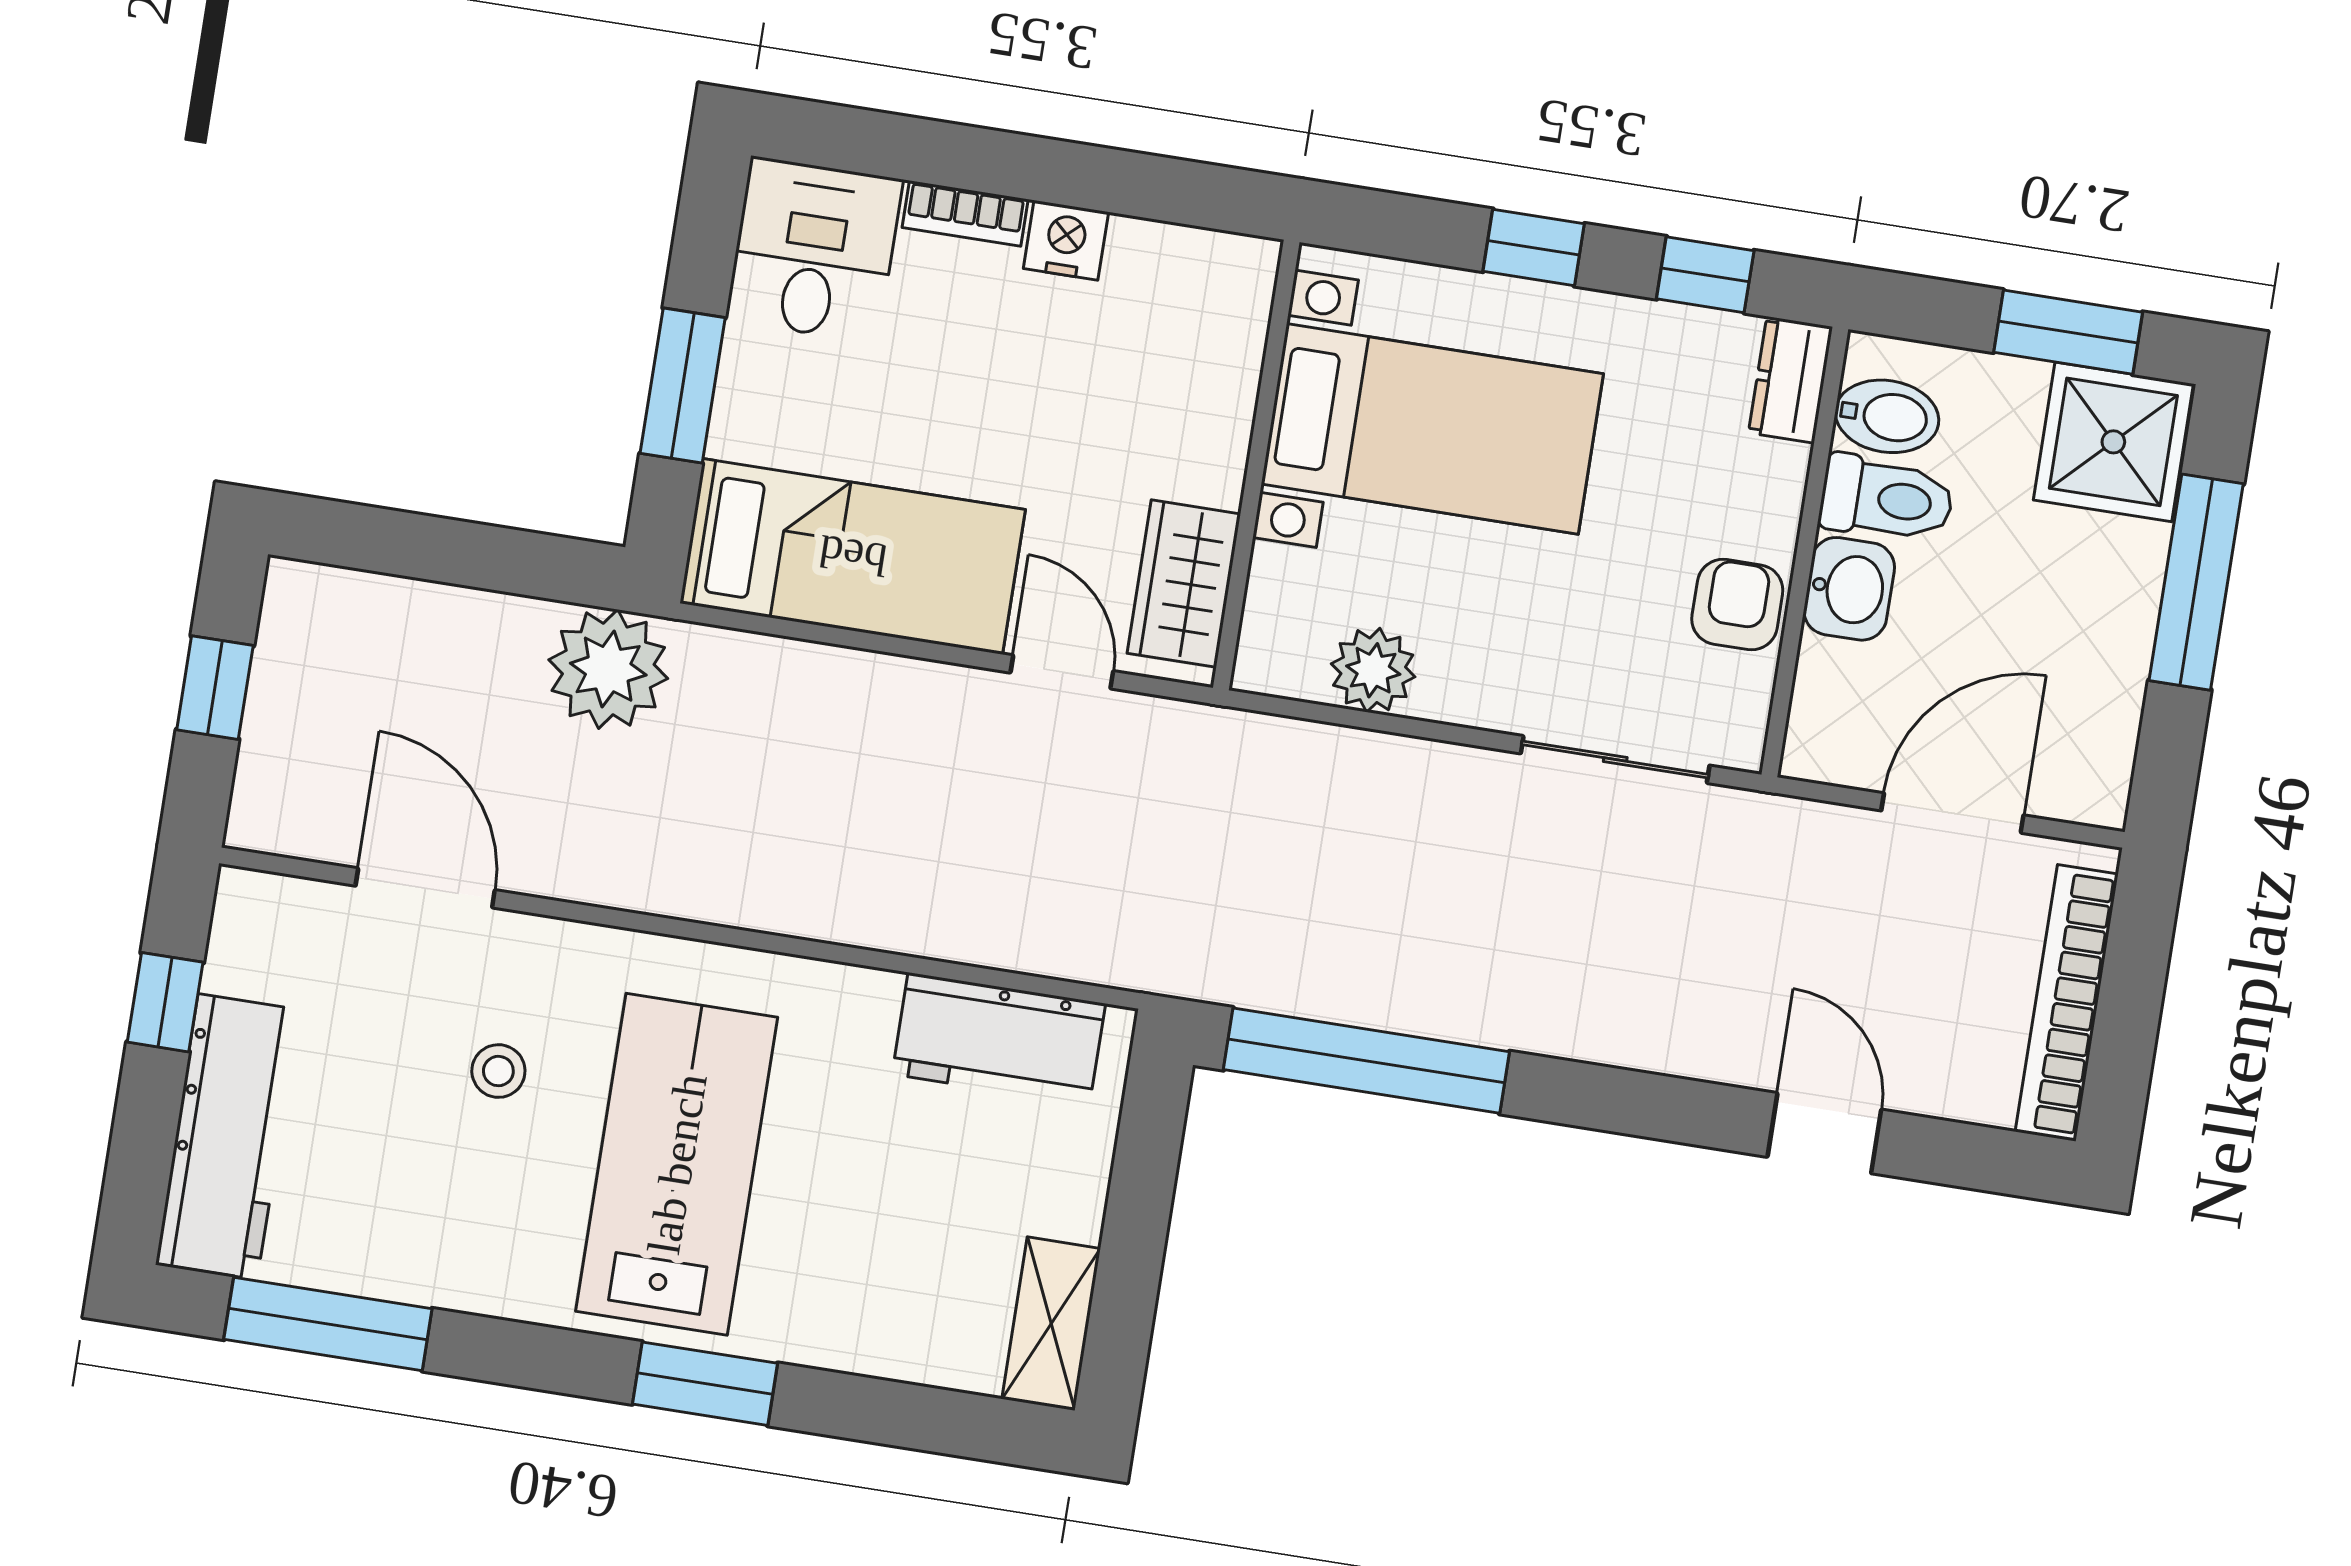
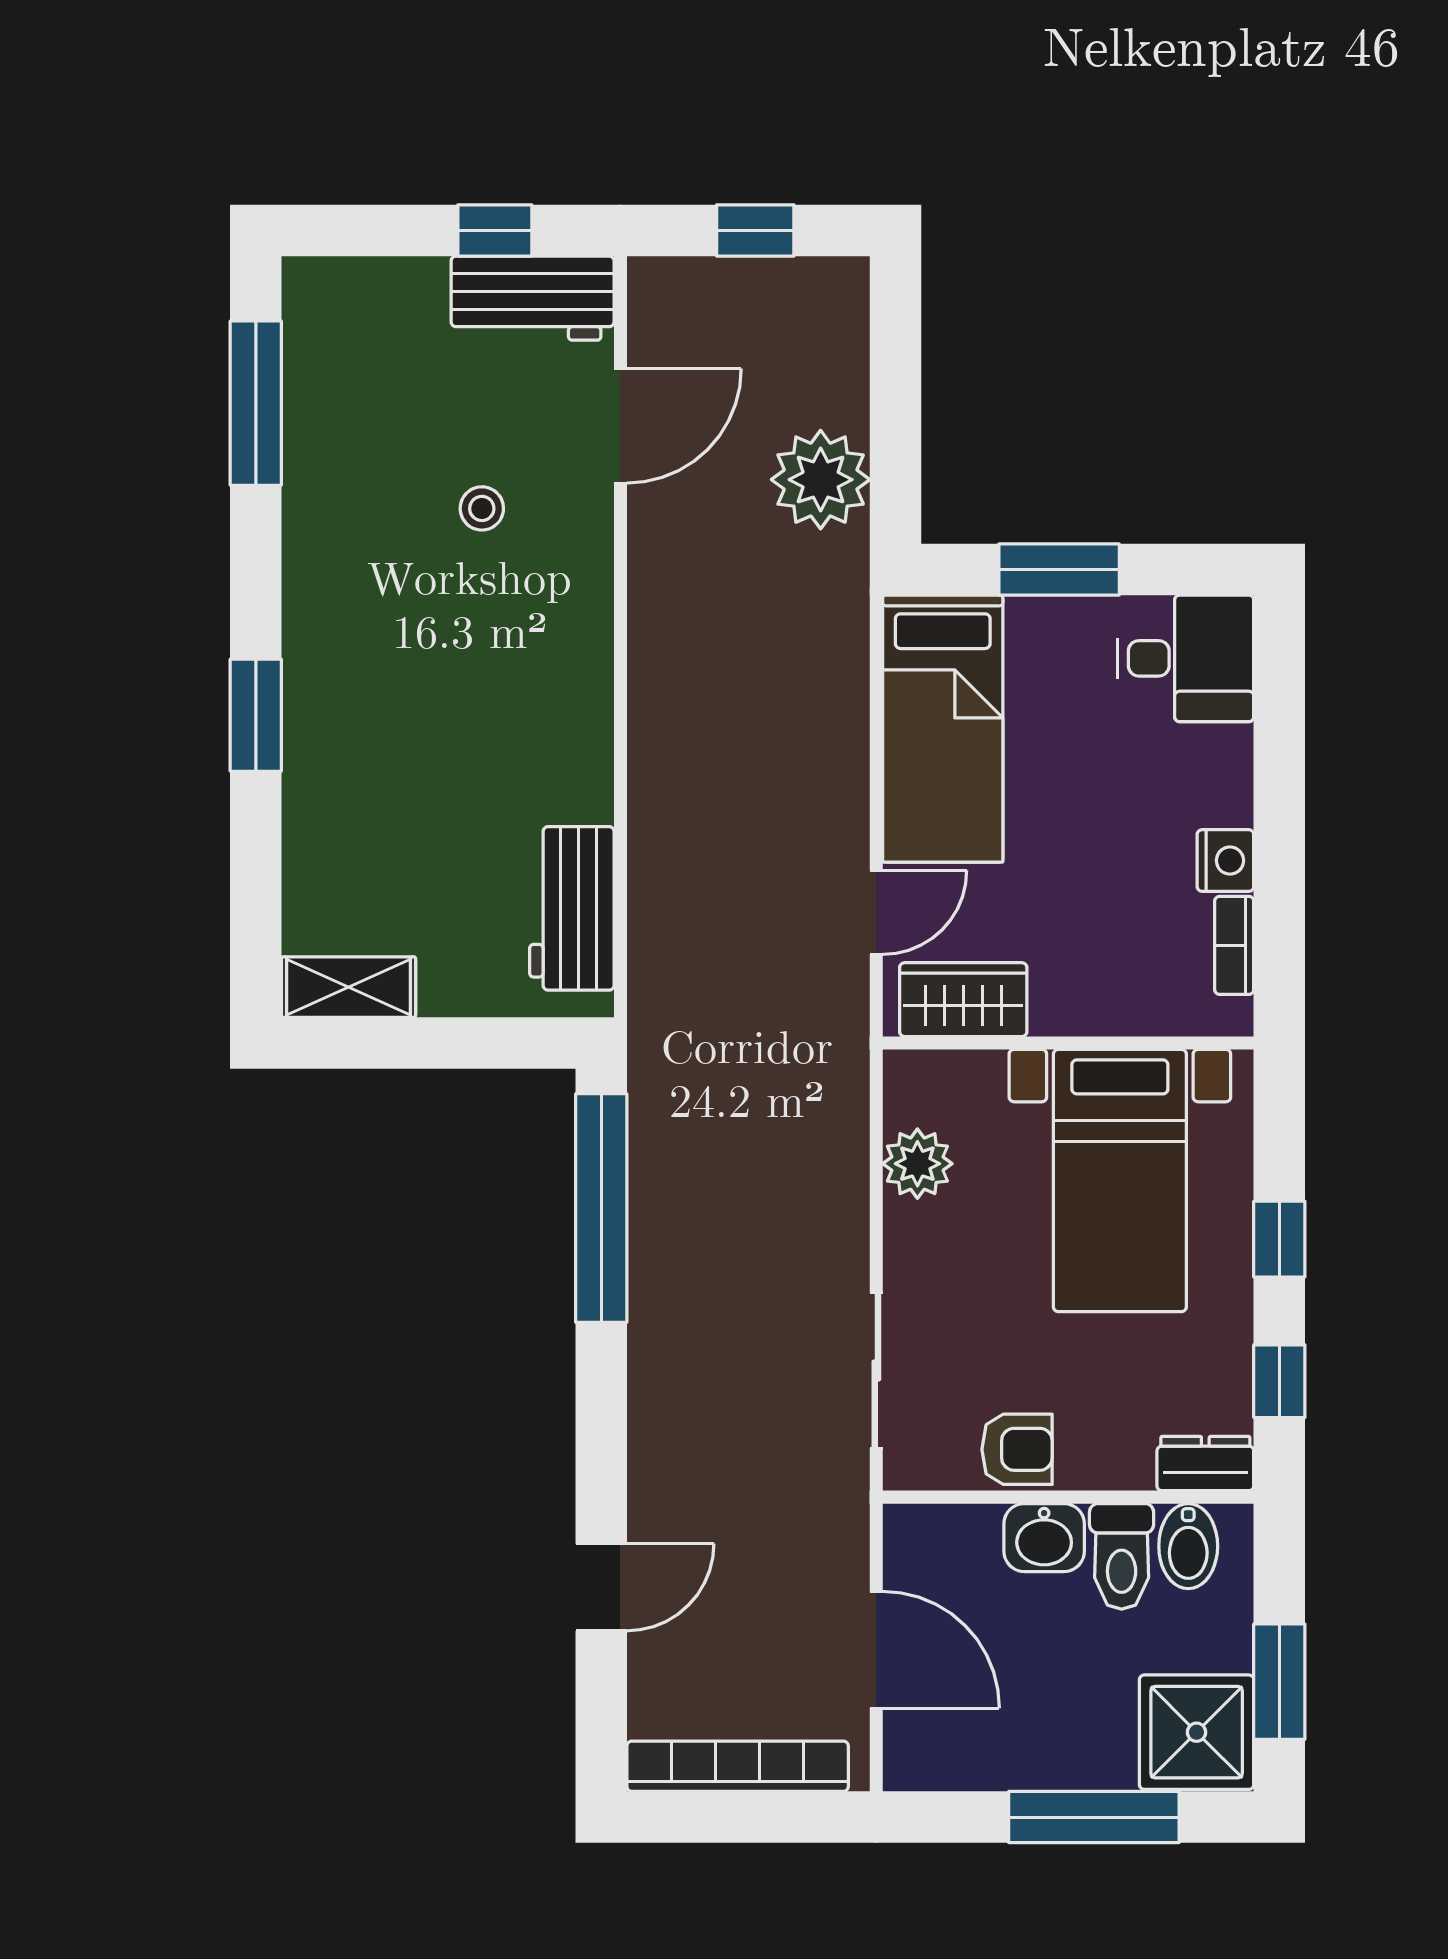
bookcase: (965, 213) -> (1234, 945), moved
plant: (608, 669) -> (821, 480), moved
workbench: (228, 1137) -> (533, 298), moved, width x0.73
lab bench: (677, 1164) -> (429, 664), removed

